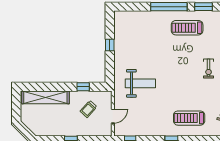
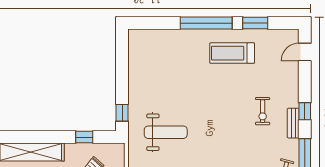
window: (110, 45) -> (122, 113), moved

